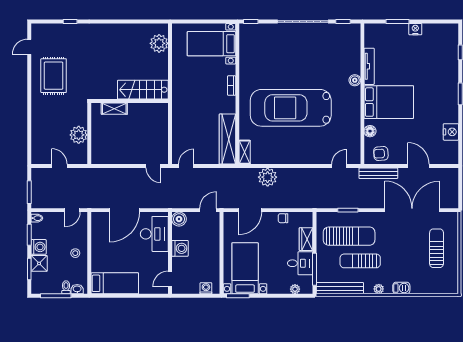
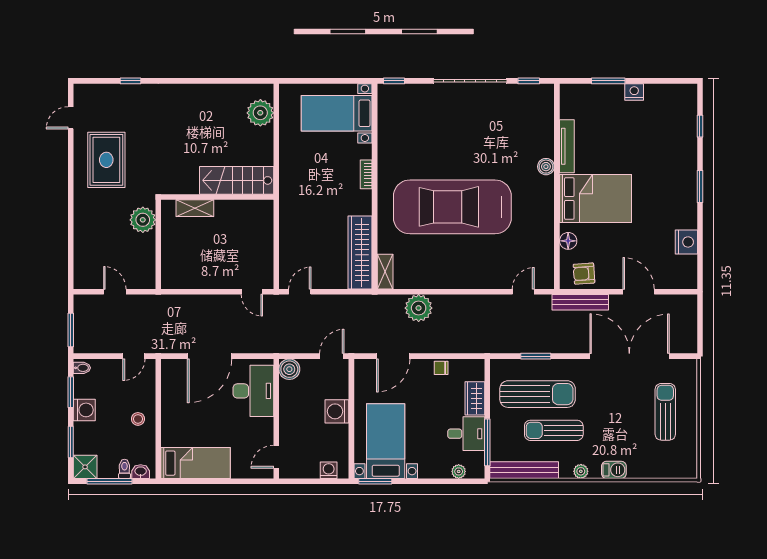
plant: (79, 135) -> (143, 220), moved
washing machine: (180, 248) -> (337, 411), moved, turned 180
shower: (39, 263) -> (85, 467), moved

